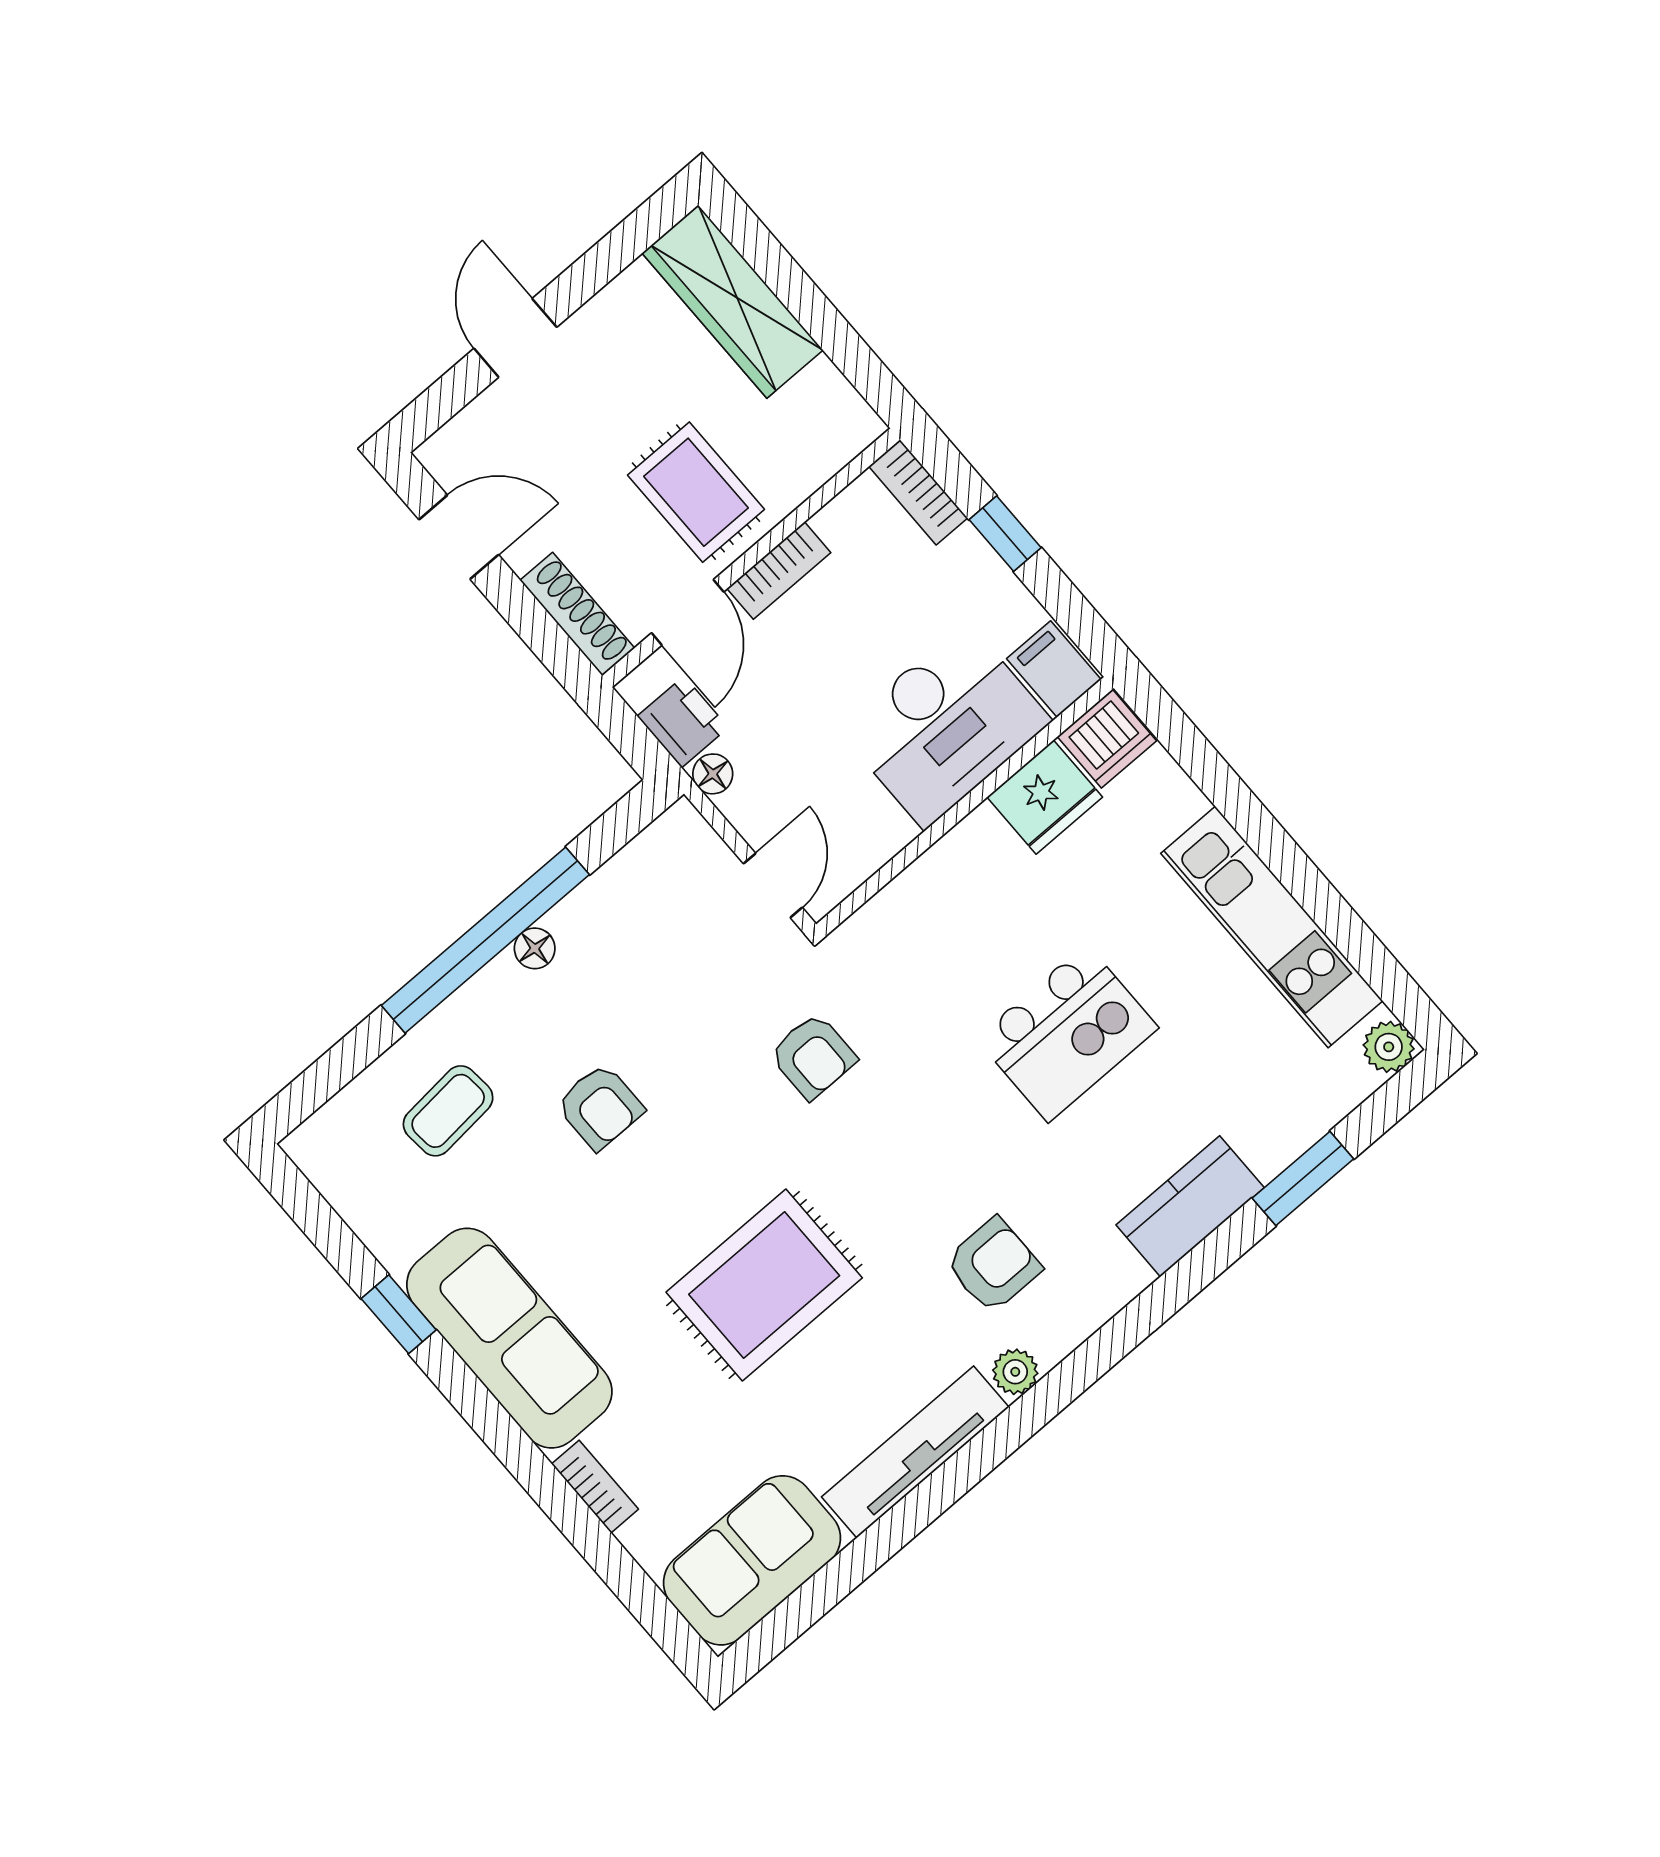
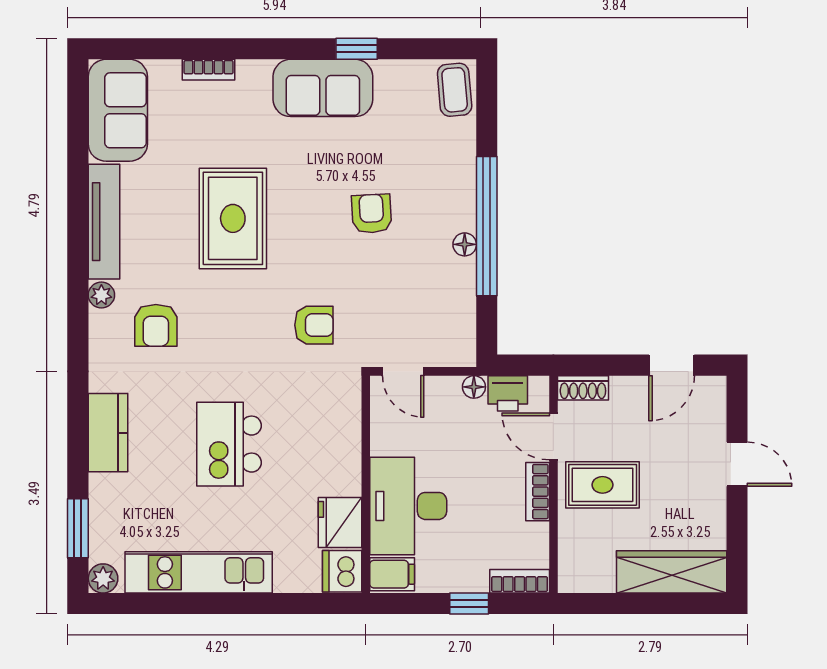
shoe rack: (577, 614) -> (583, 388), width x0.70
armchair: (813, 1056) -> (314, 325), turned 180
armchair: (600, 1107) -> (372, 214), turned 87
coffee table: (448, 1111) -> (455, 90), moved
window: (1303, 1179) -> (78, 528), moved
sofa: (509, 1338) -> (323, 88), width x0.73

